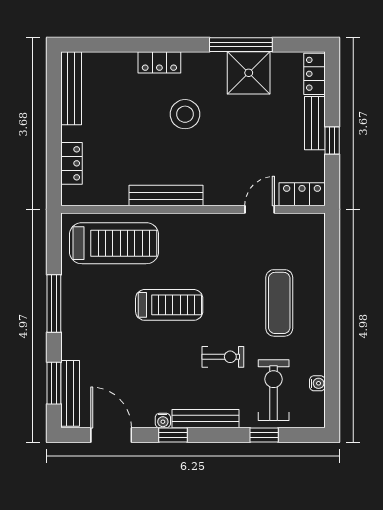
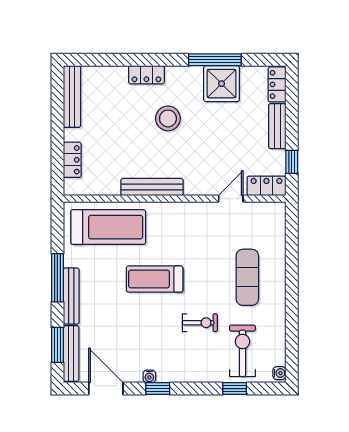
window: (332, 140) -> (292, 162), moved
treadmill: (169, 305) -> (155, 279), turned 180
water cooler: (317, 383) -> (279, 373), moved
bench: (206, 419) -> (71, 296), moved, turned 90

